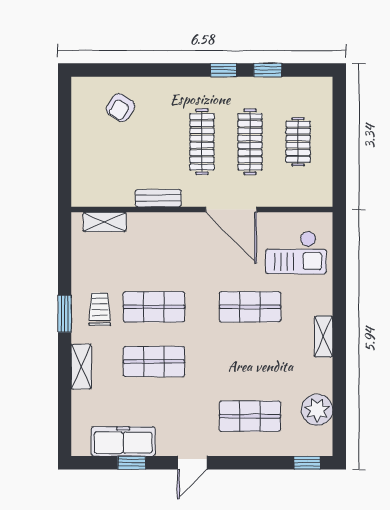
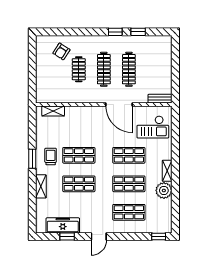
clothes rail: (298, 142) -> (79, 69), moved
bench: (158, 198) -> (160, 99), moved
shop shelf: (250, 362) -> (129, 184), added
plant: (317, 410) -> (164, 190), moved

